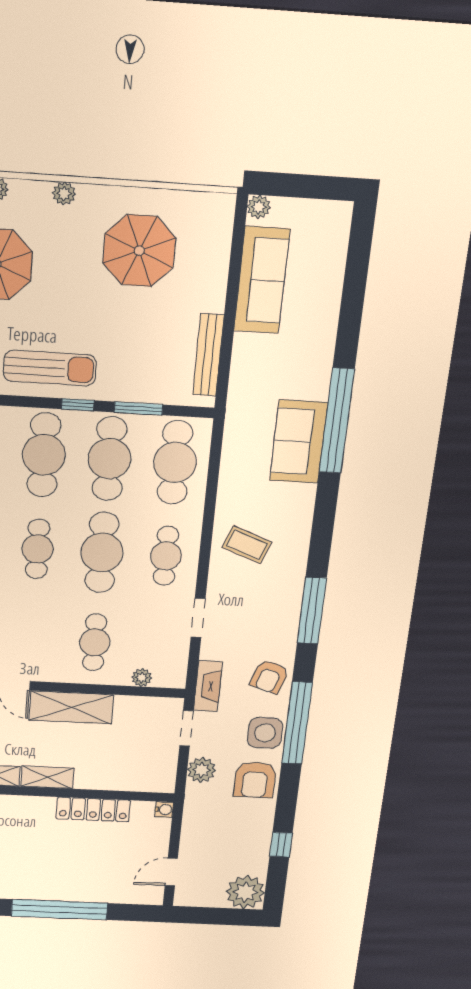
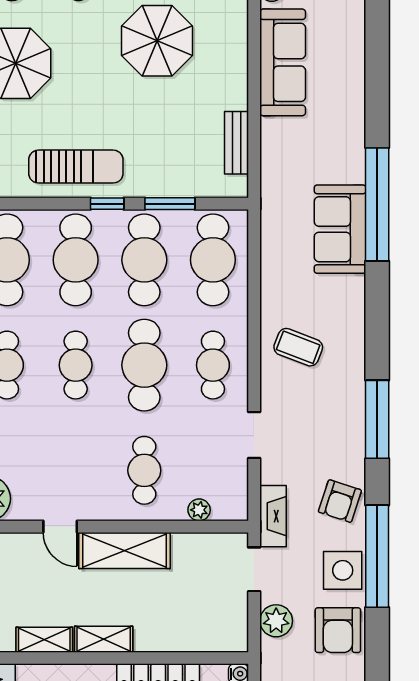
bench: (208, 355) -> (237, 143), width x0.73

